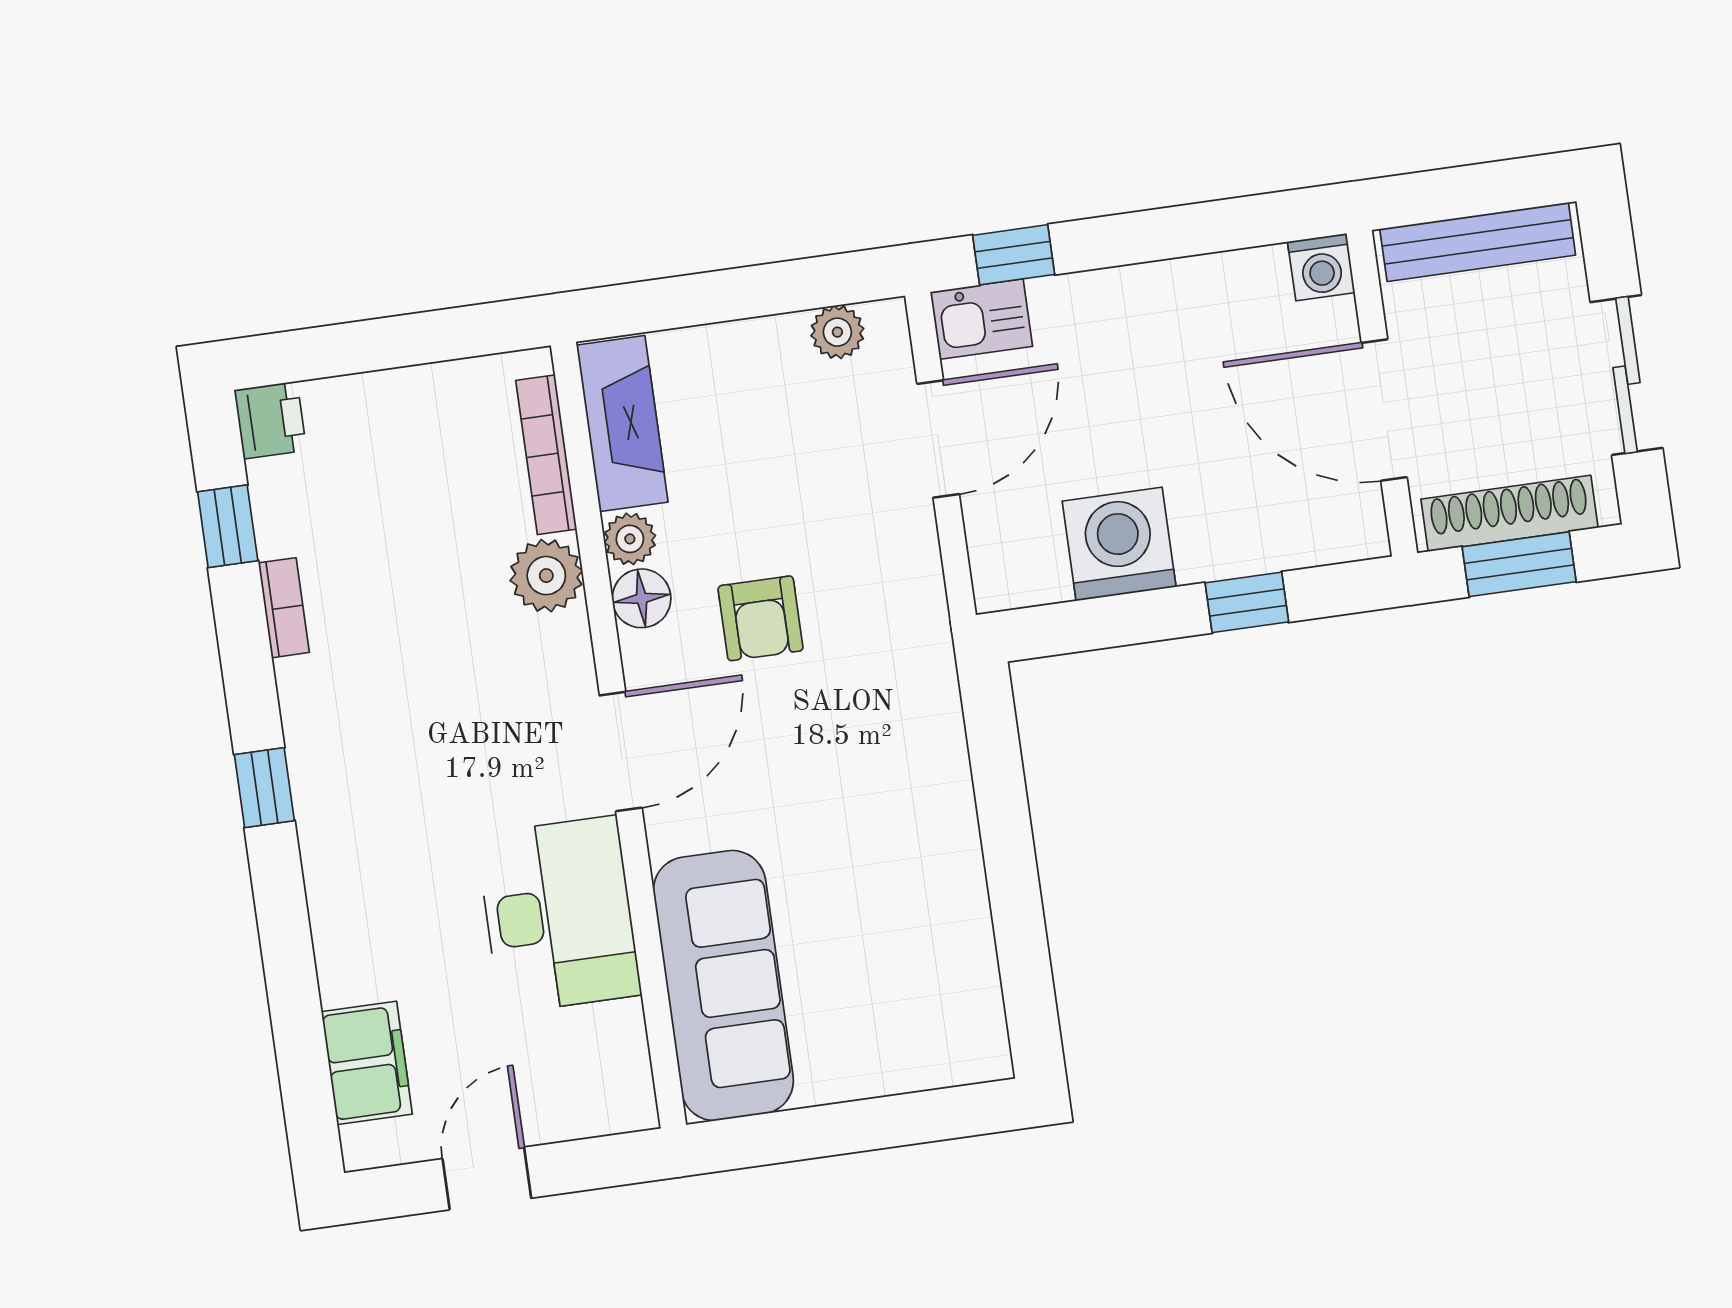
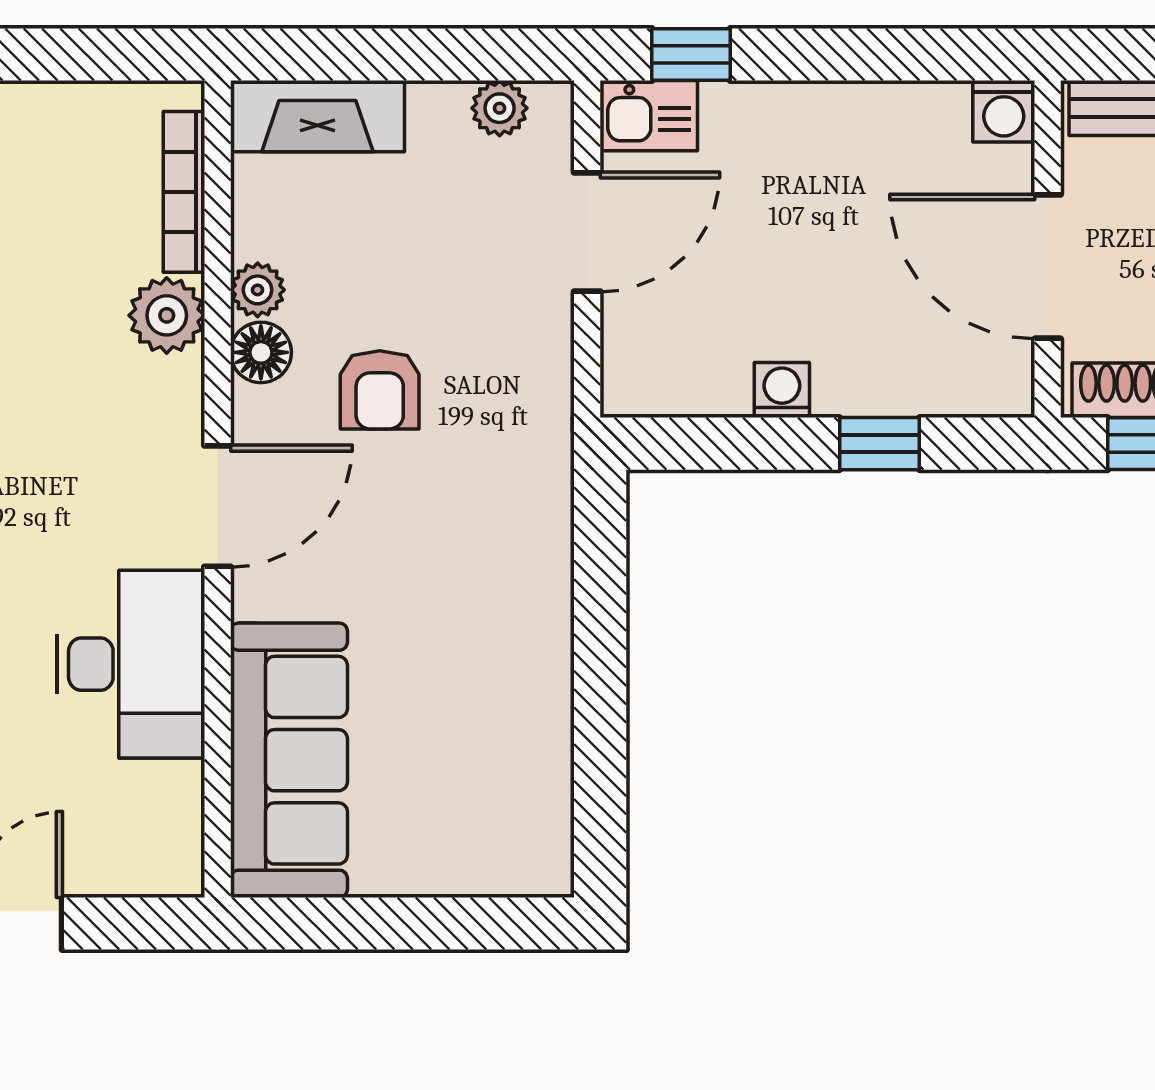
fireplace: (622, 424) -> (317, 116), moved, turned 90
washing machine: (1119, 544) -> (782, 390), width x0.53, depth x0.53

